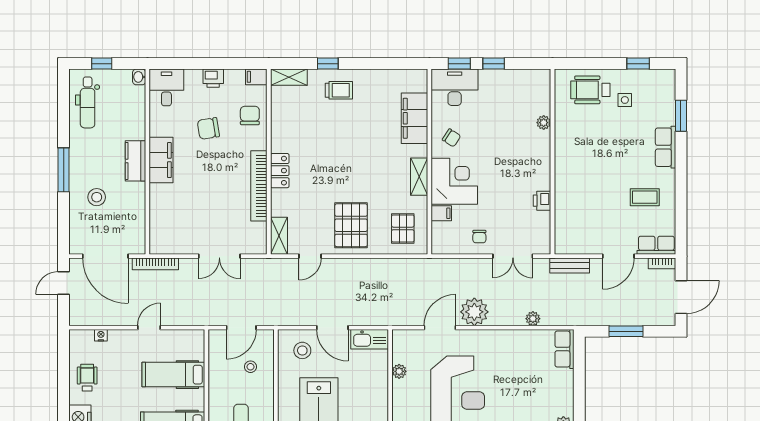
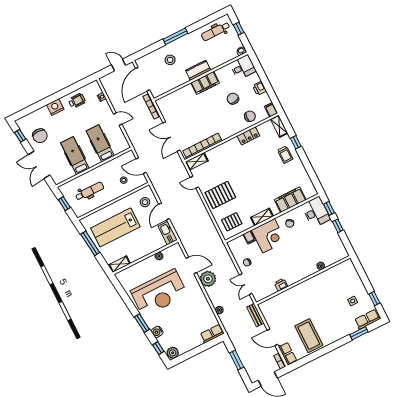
wheelchair: (590, 90) -> (349, 281), removed
row of seats: (666, 147) -> (367, 319), moved
locker: (280, 171) -> (248, 136), moved
bookcase: (259, 186) -> (202, 146), moved
coffee table: (645, 197) -> (309, 336), width x1.86, depth x1.72
double door: (219, 256) -> (171, 137), width x1.37

